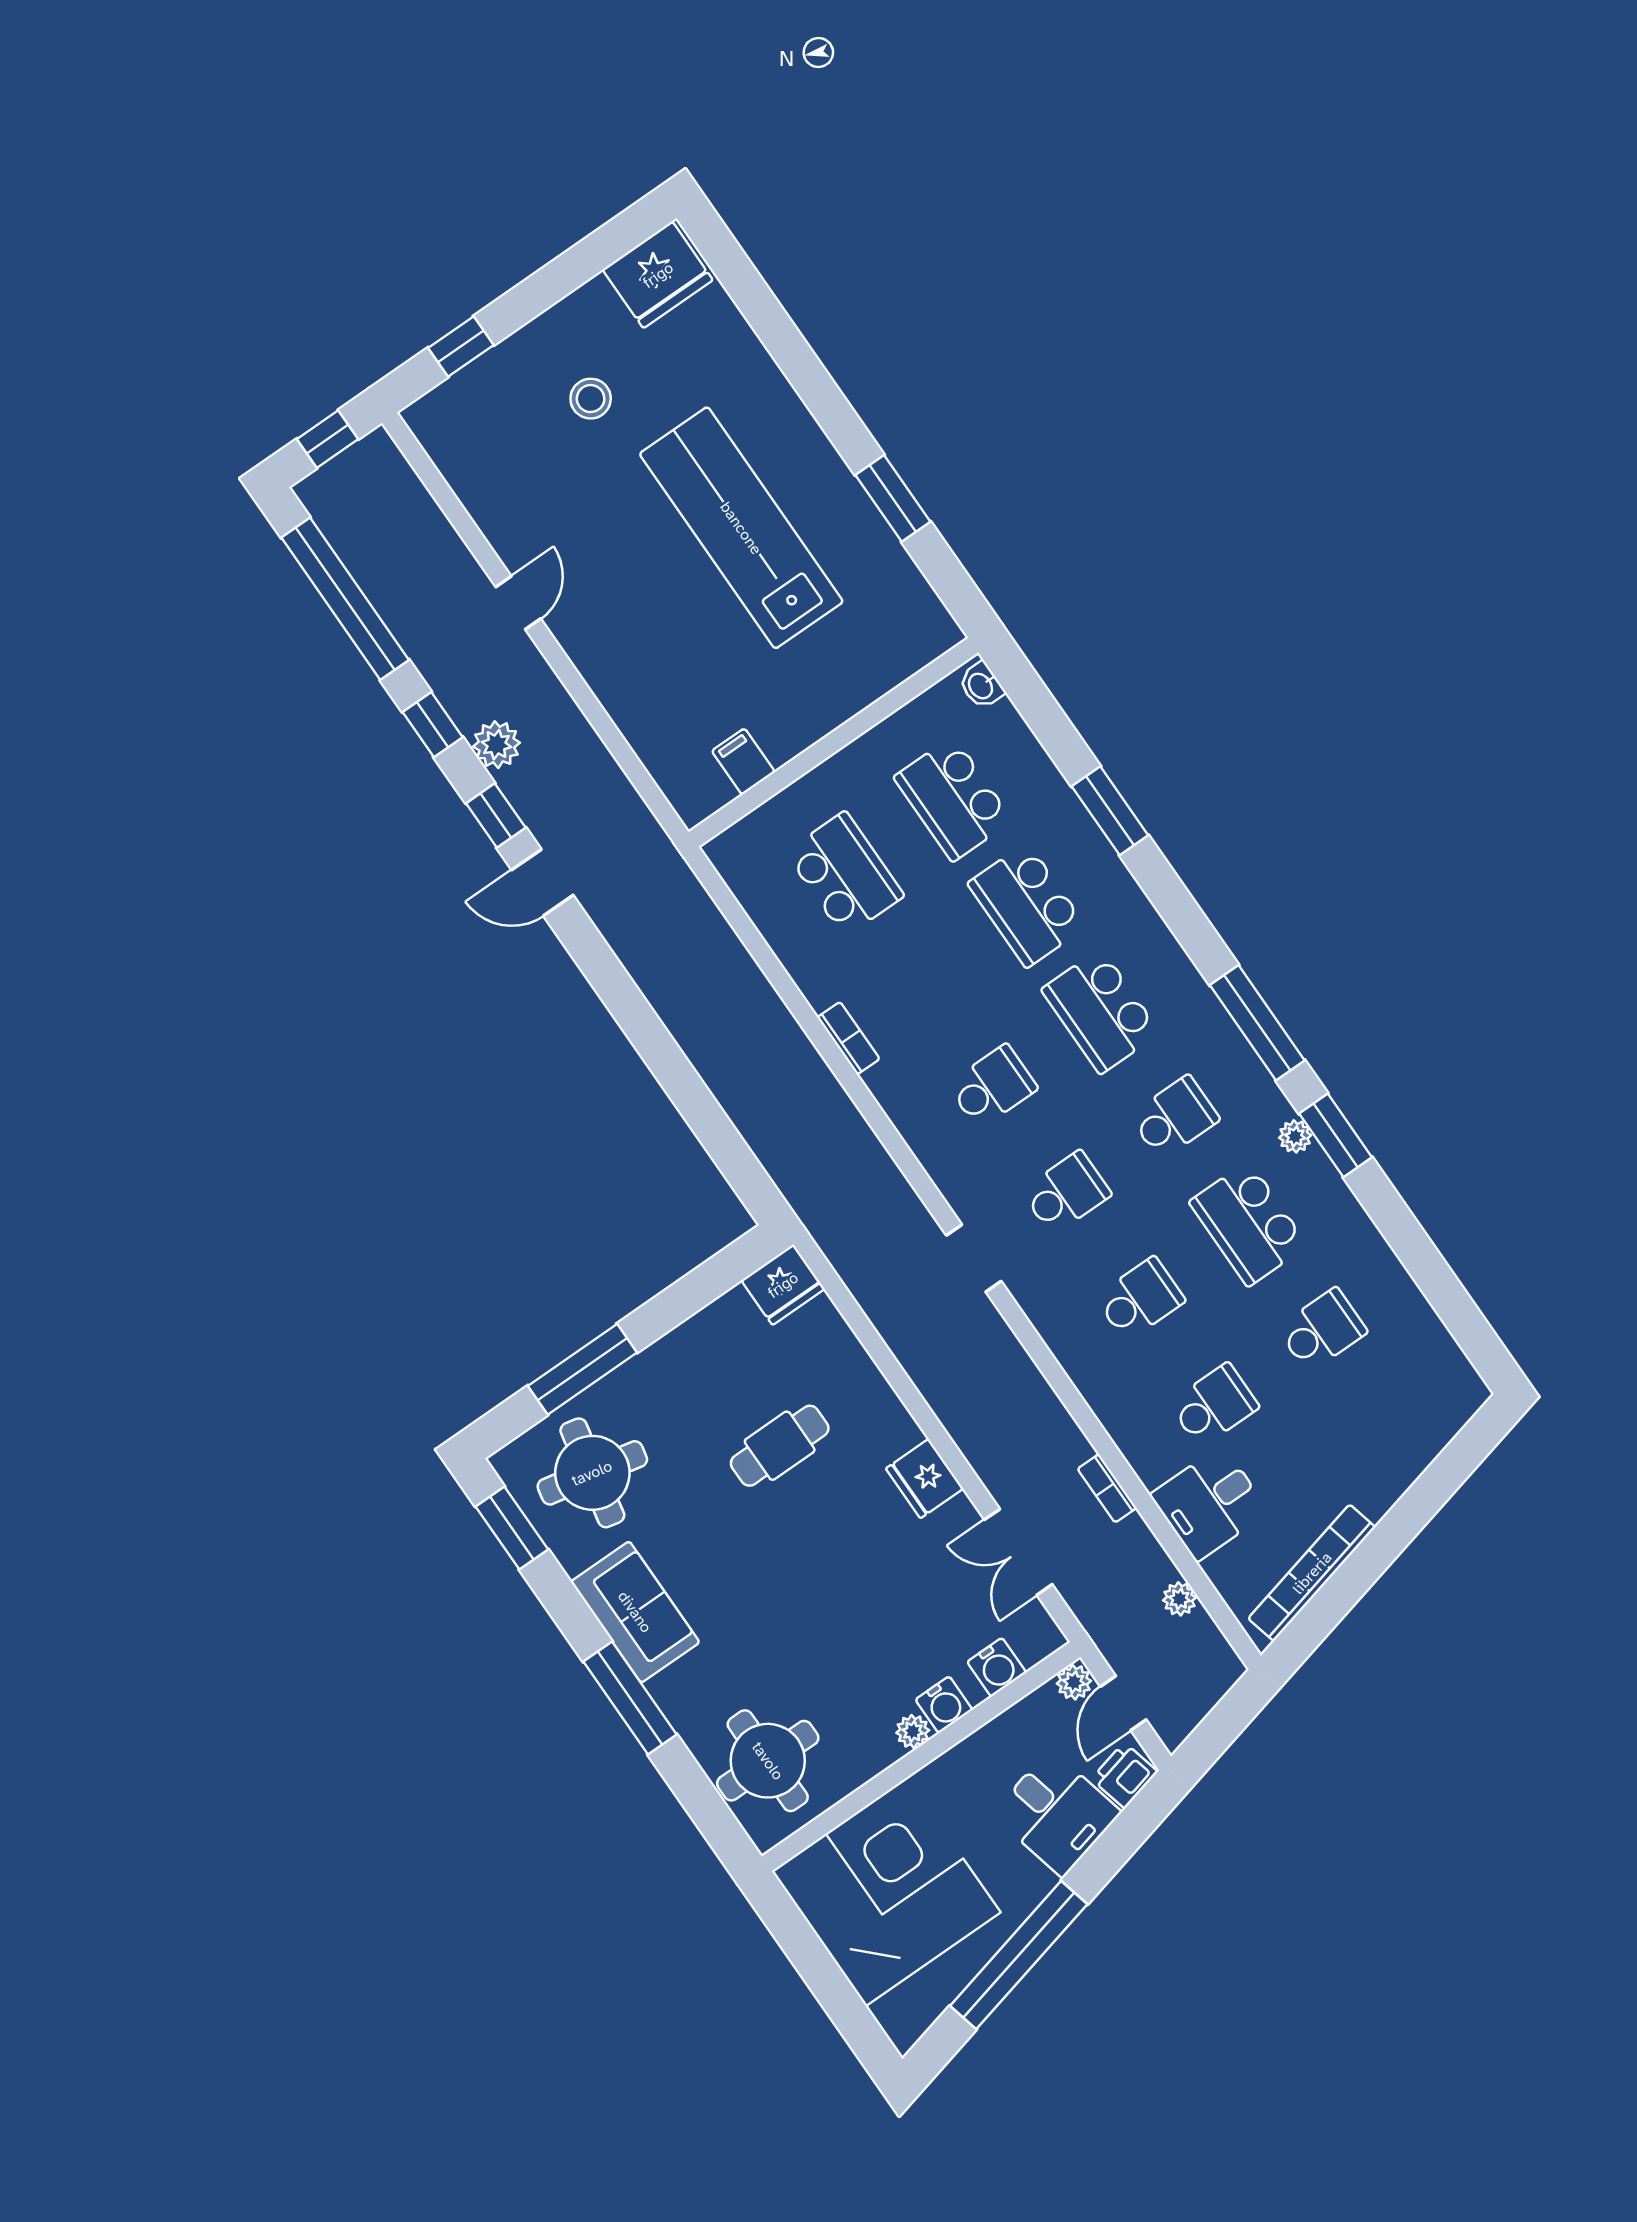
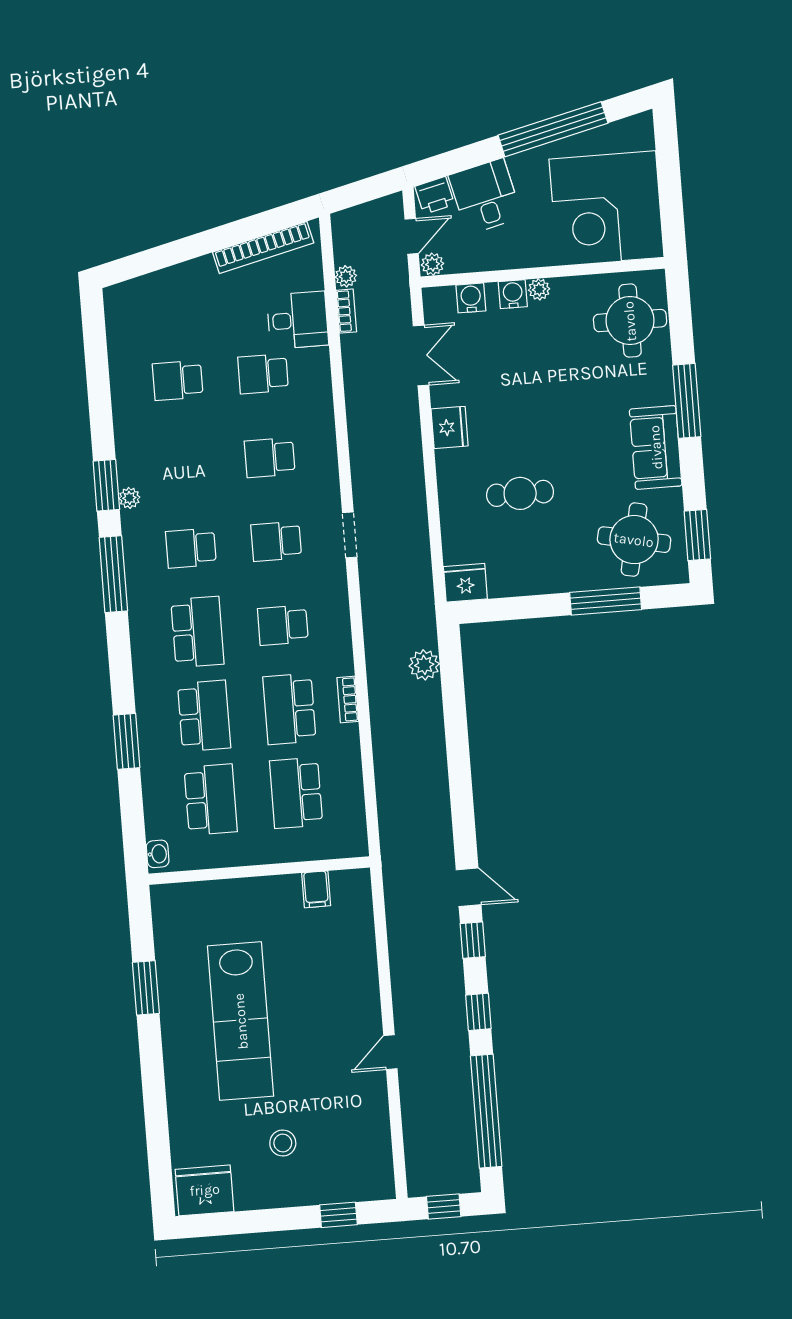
plant: (497, 745) -> (424, 665), moved
school desk: (1248, 1224) -> (289, 709), moved, turned 180
bookcase: (1107, 1488) -> (346, 311), moved

